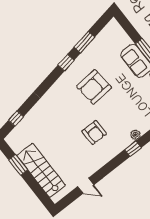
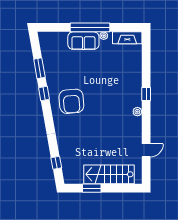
armchair: (94, 87) -> (71, 101), moved
armchair: (94, 132) -> (112, 113), removed
plant: (135, 135) -> (137, 112), moved

